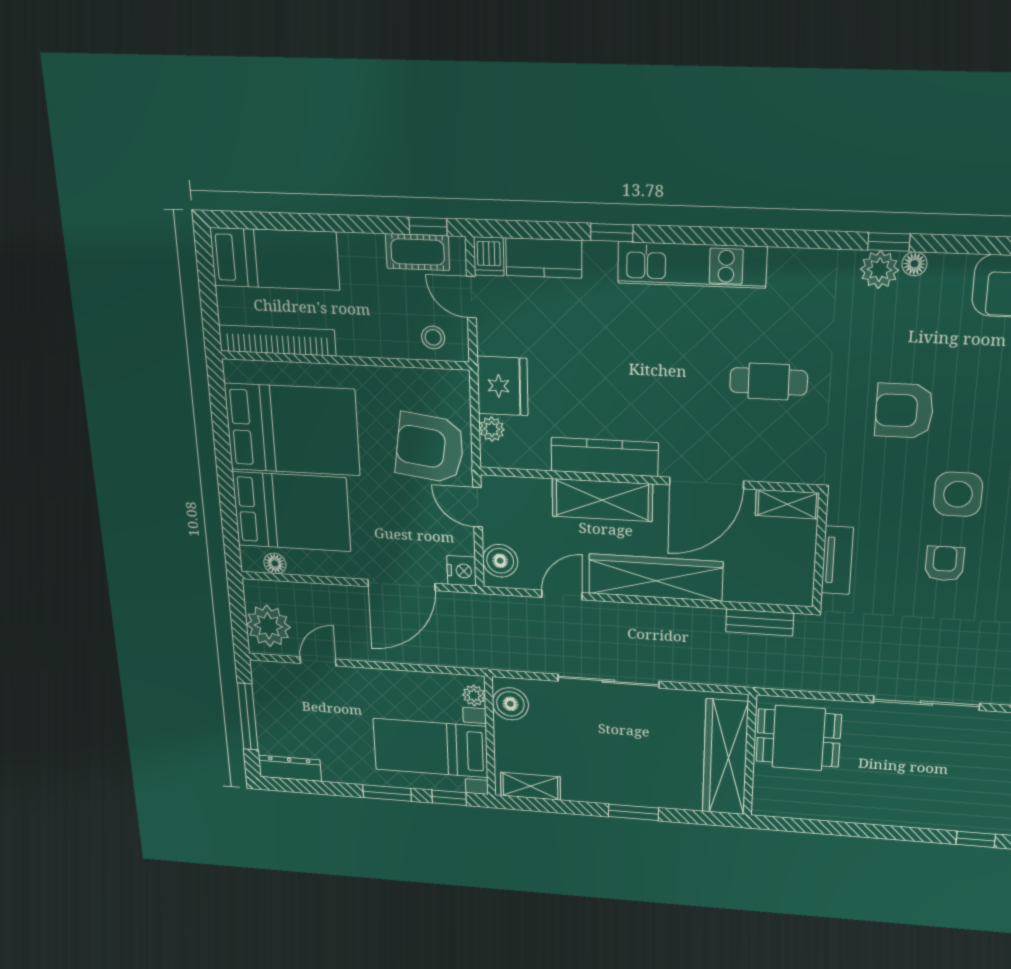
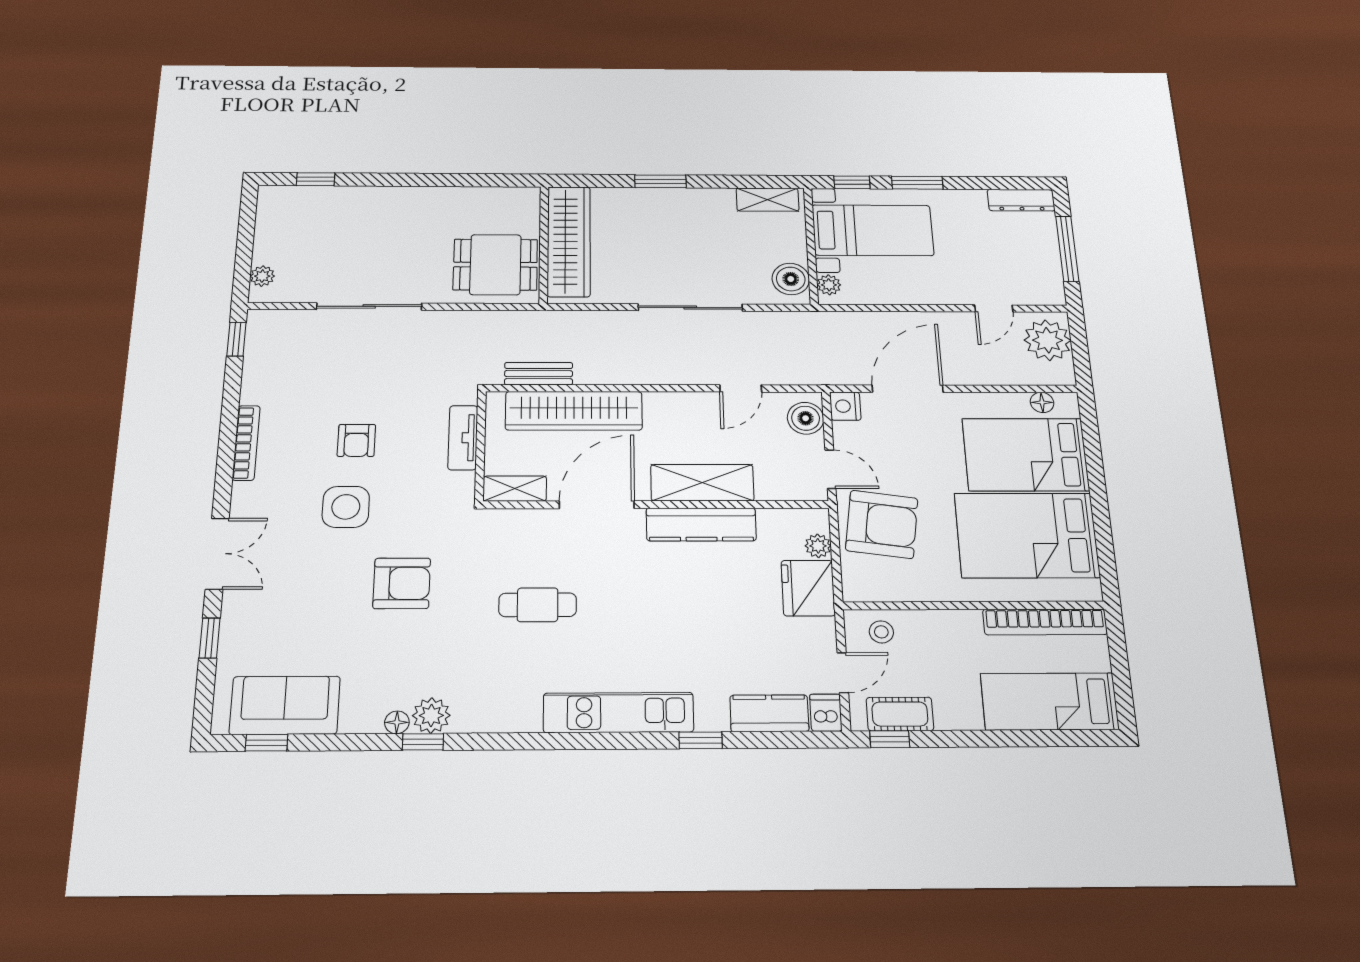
door: (471, 297) -> (843, 673), hinge flipped
wardrobe: (656, 577) -> (574, 411), moved

